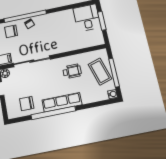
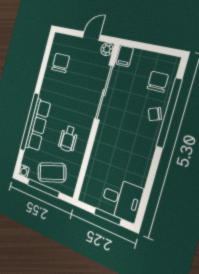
row of seats: (62, 102) -> (38, 125), moved
window: (53, 113) -> (29, 122), moved

